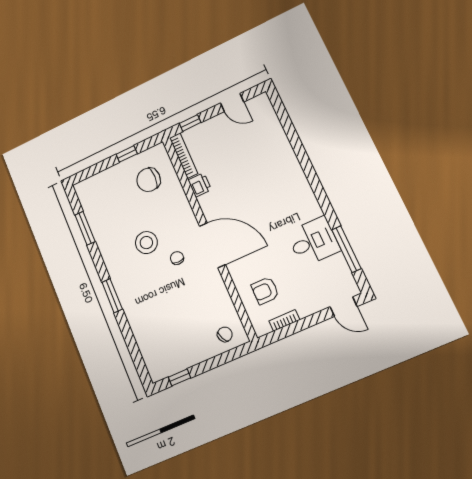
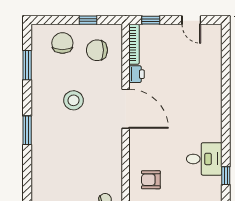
door: (212, 245) -> (126, 109), moved
window: (346, 249) -> (226, 176), width x0.46
chair: (177, 258) -> (62, 43), moved, width x1.87, depth x1.87

